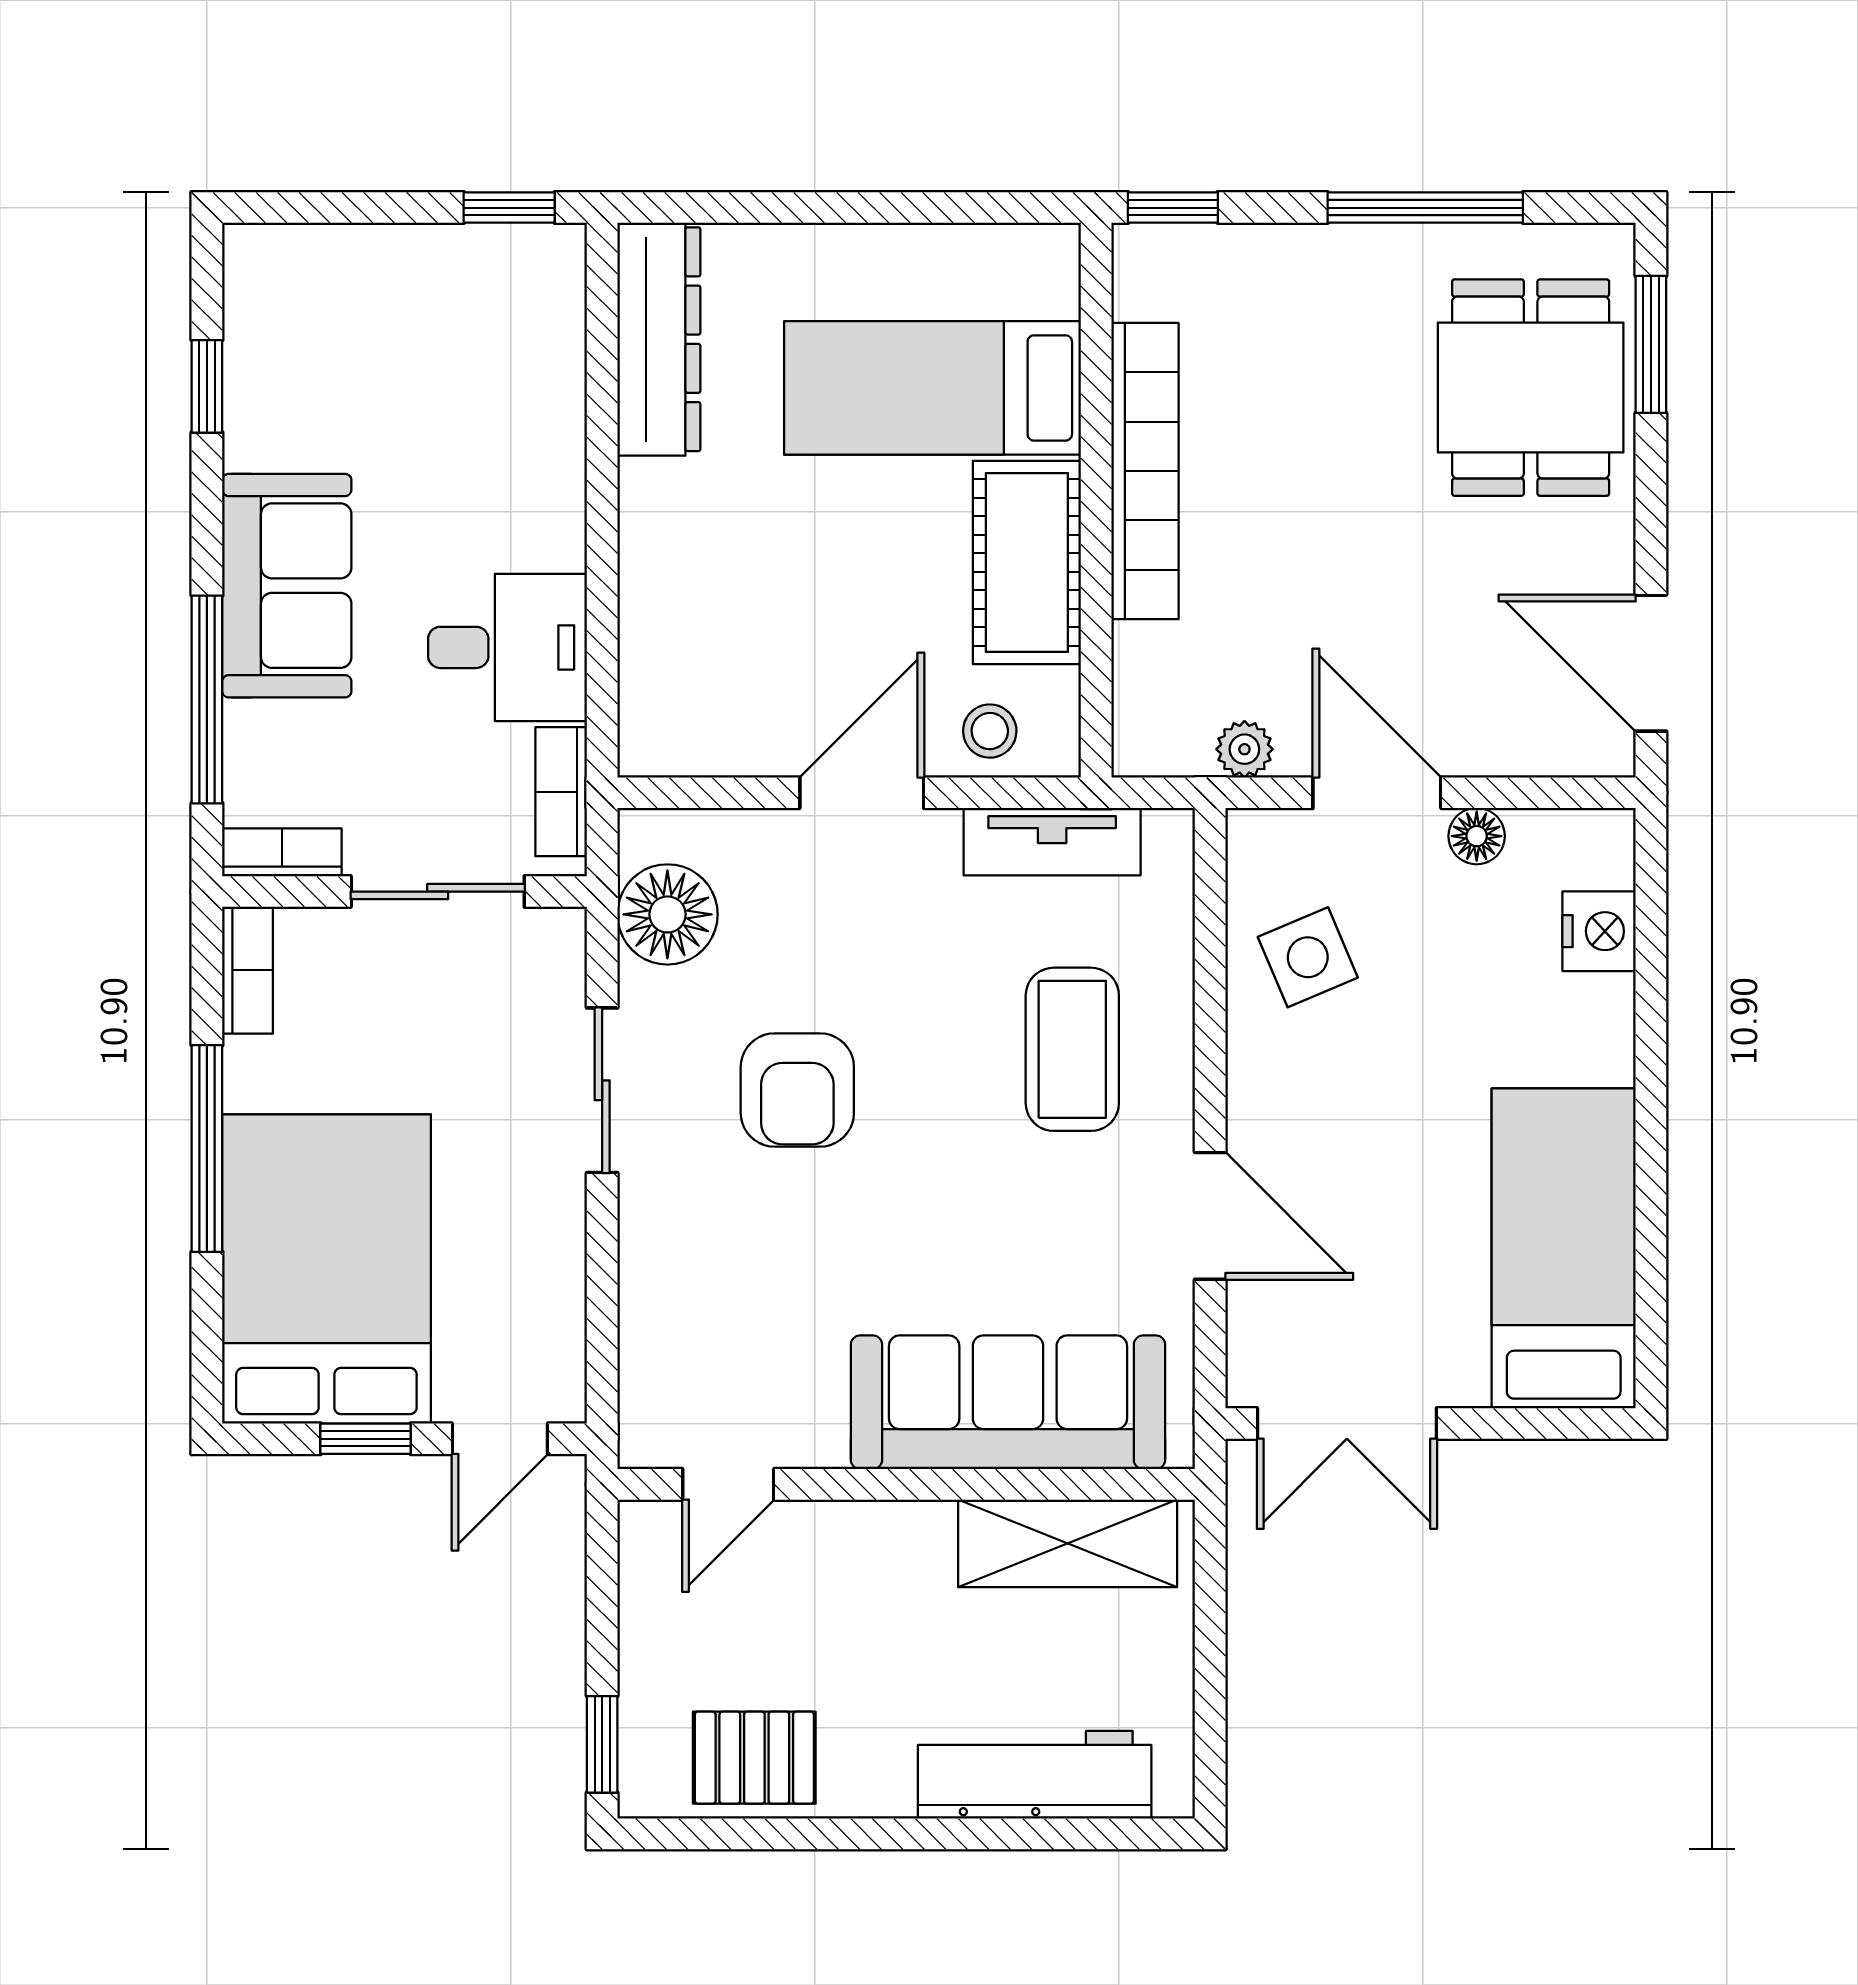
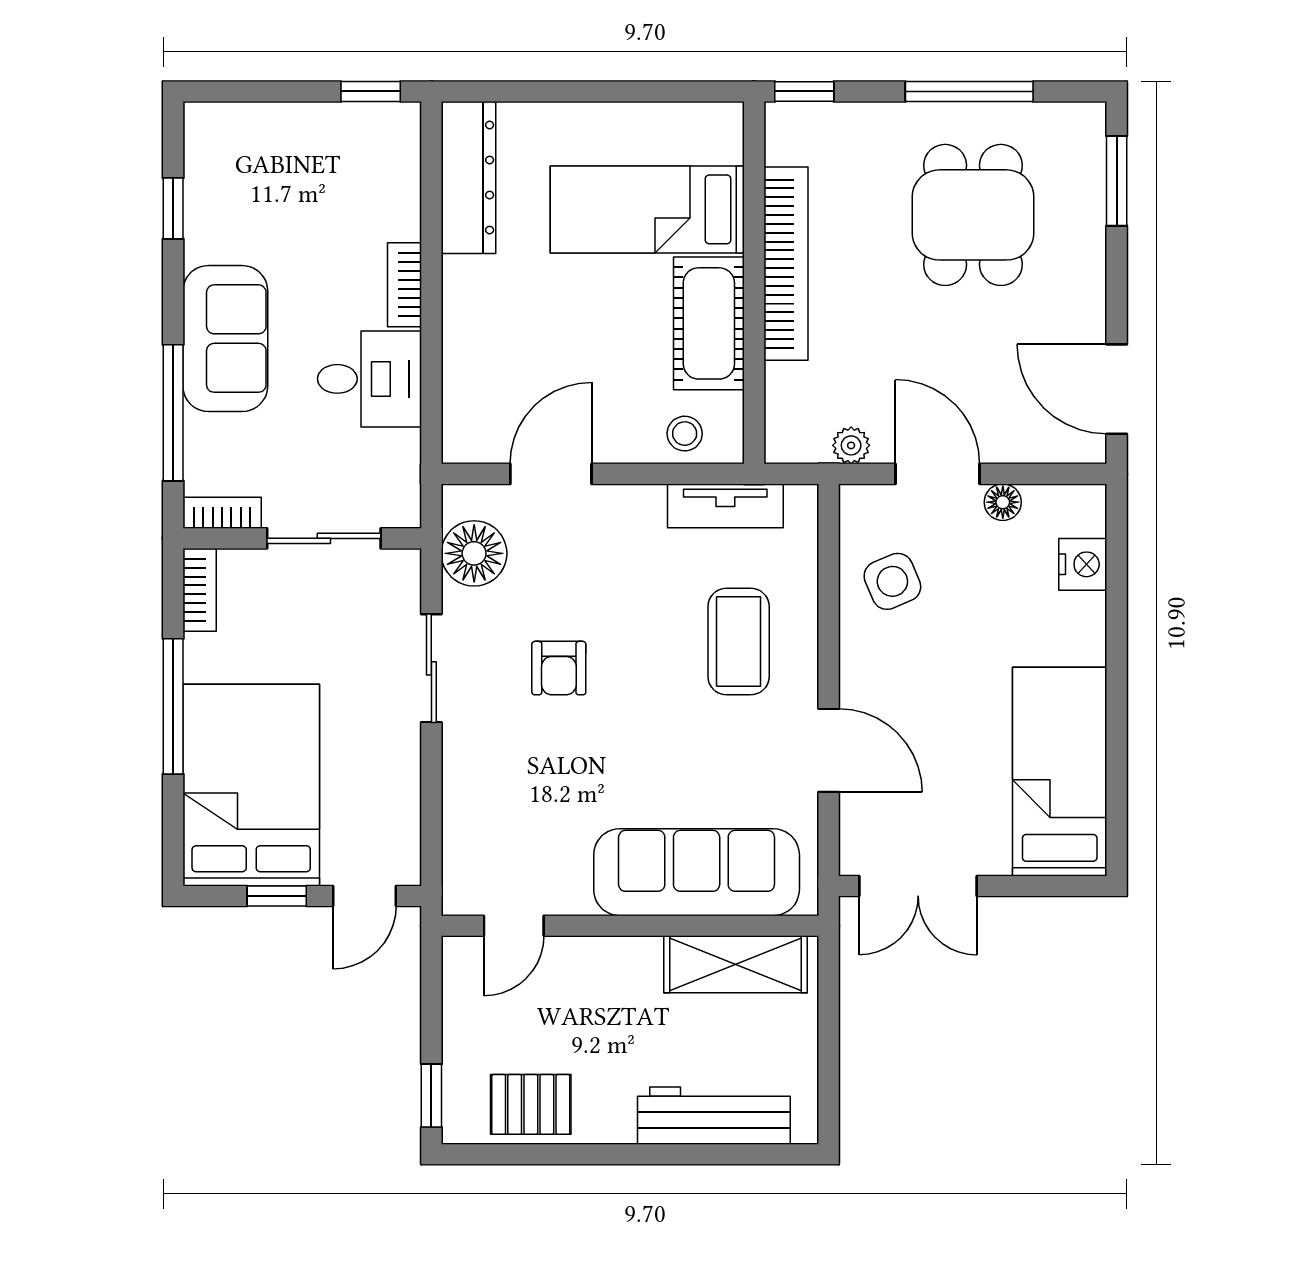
dining table: (1531, 388) -> (973, 215), moved
bookcase: (561, 792) -> (405, 285), moved
door: (862, 793) -> (551, 474), moved
armchair: (797, 1090) -> (559, 668), width x0.72, depth x0.72

